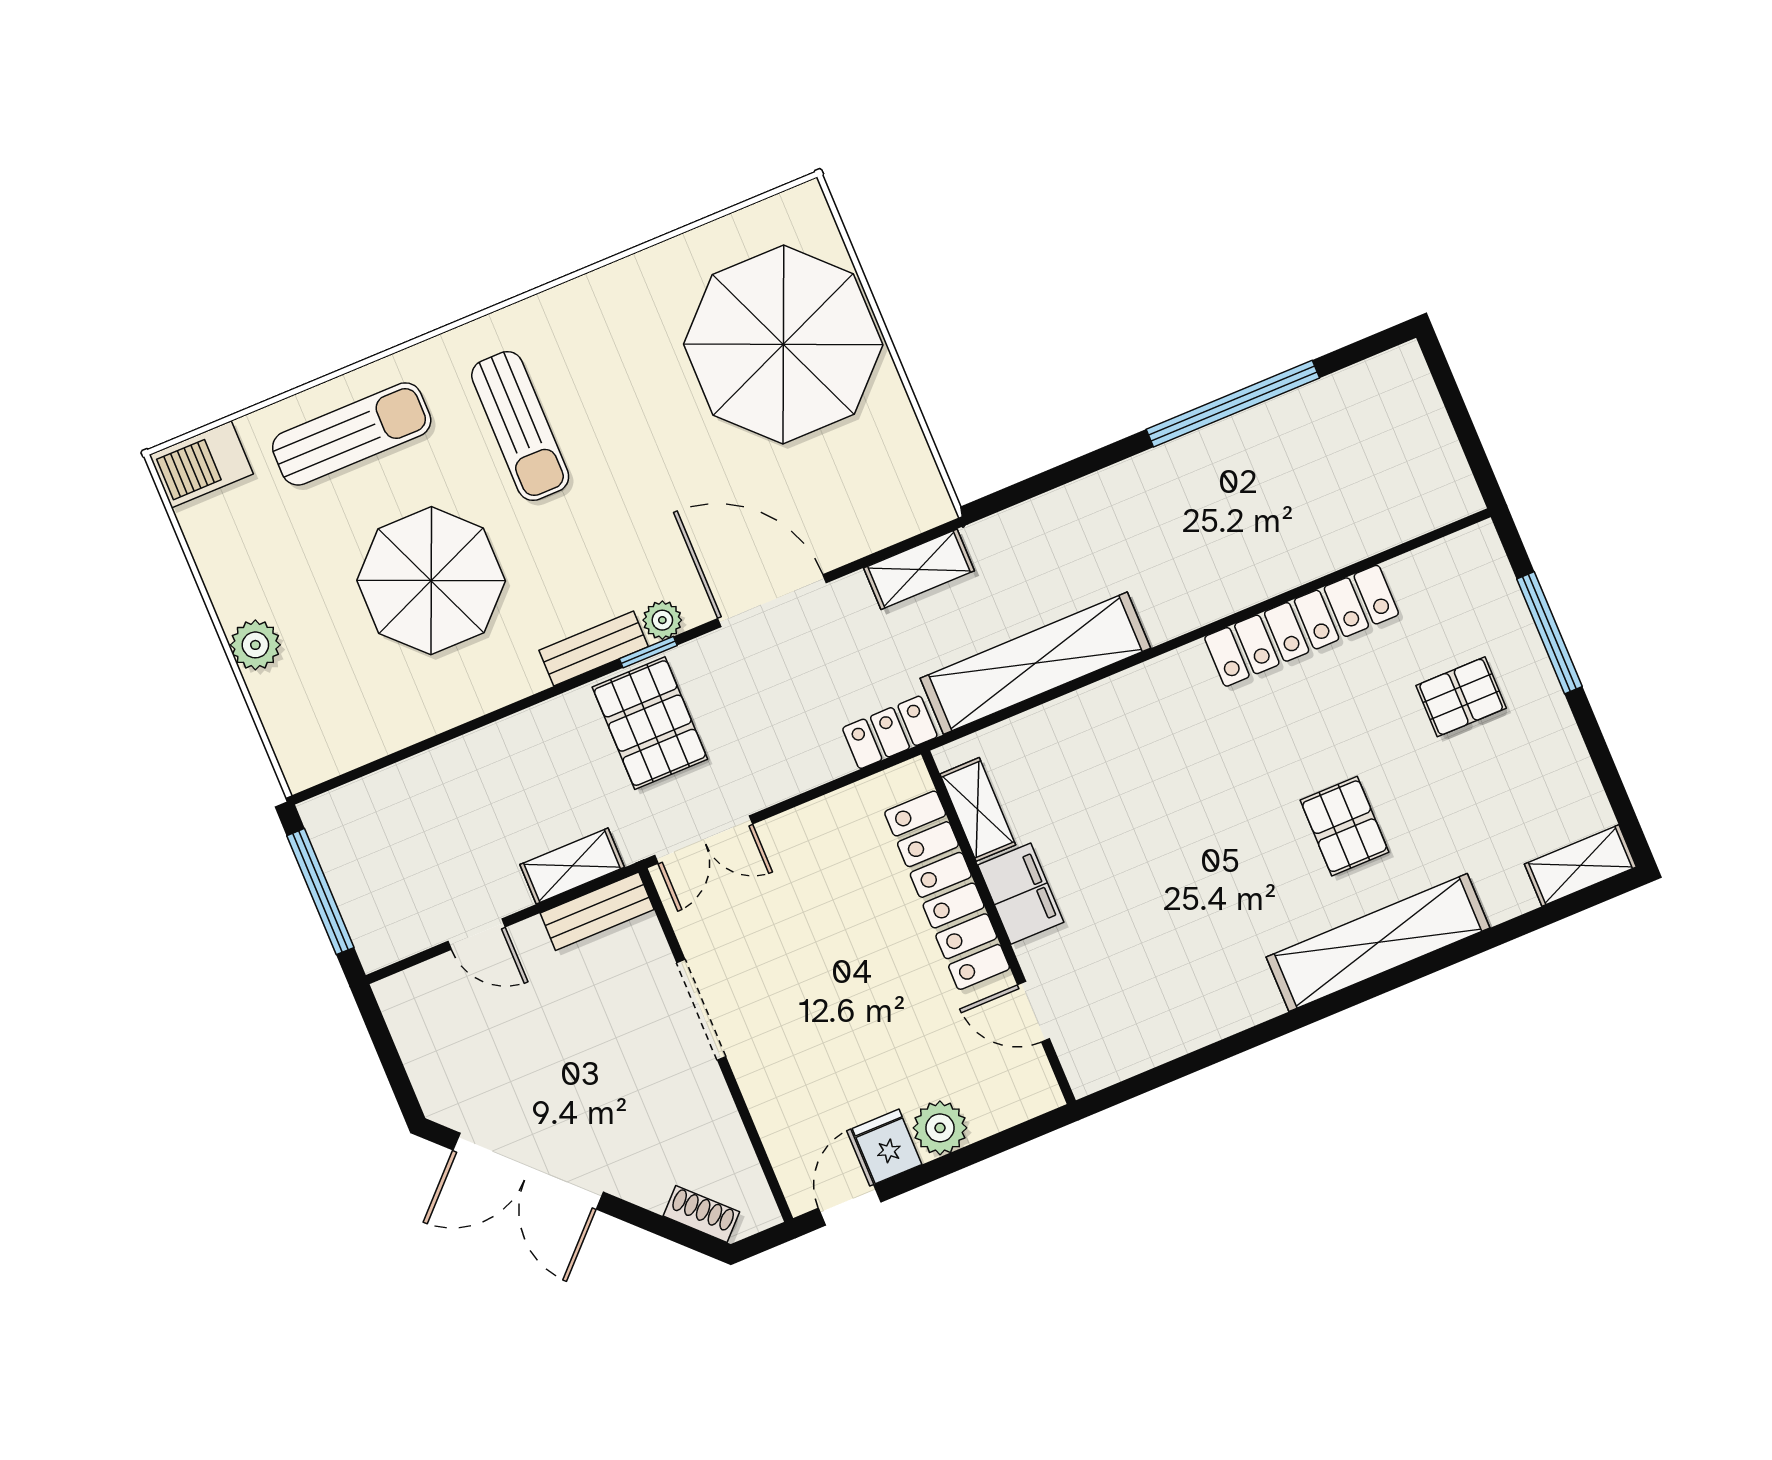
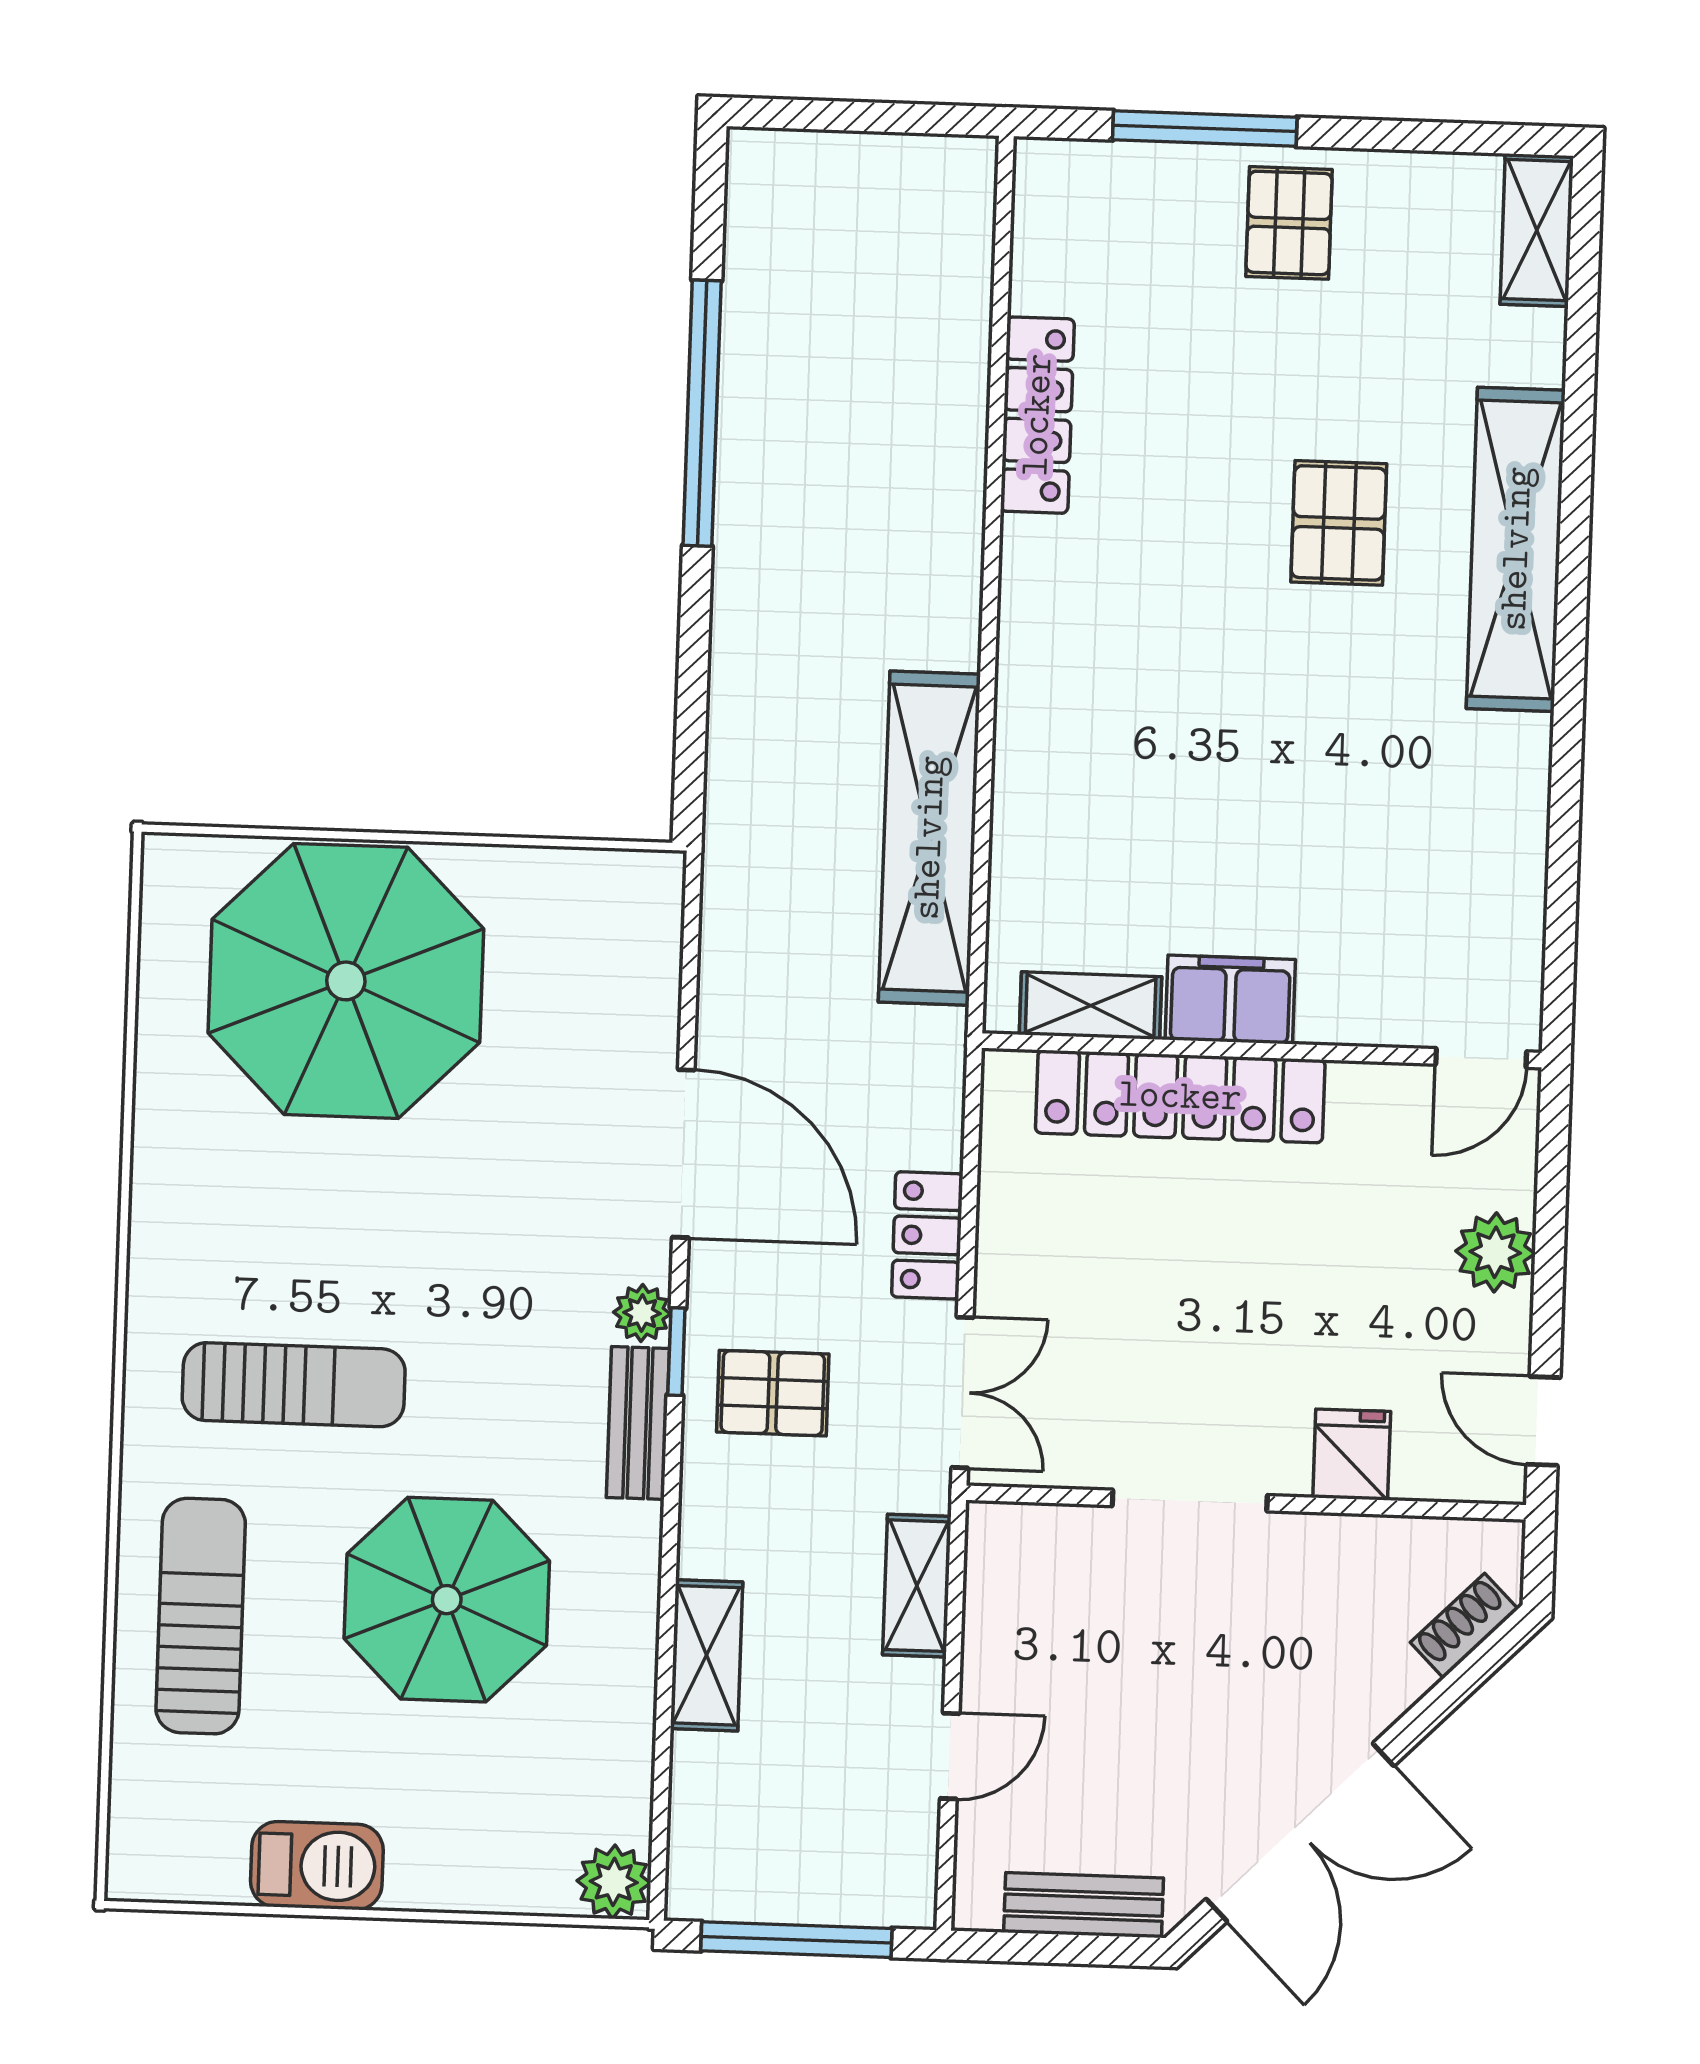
barbecue: (201, 464) -> (317, 1866), moved, turned -90
shelving: (919, 569) -> (707, 1655), moved
door: (772, 601) -> (683, 1154), swing flipped
locker: (1302, 626) -> (1037, 415), width x0.71, depth x0.83
plant: (255, 645) -> (614, 1882), moved
pallet: (1461, 697) -> (1289, 223), moved
pallet: (650, 723) -> (773, 1393), width x0.67, depth x0.71
locker: (890, 732) -> (927, 1235), moved
pallet: (1345, 826) -> (1339, 523), turned 90
bench: (597, 911) -> (1084, 1905), moved, turned 90
door: (1034, 1012) -> (1481, 1058), moved
fridge: (887, 1146) -> (1352, 1455), moved, turned 90

